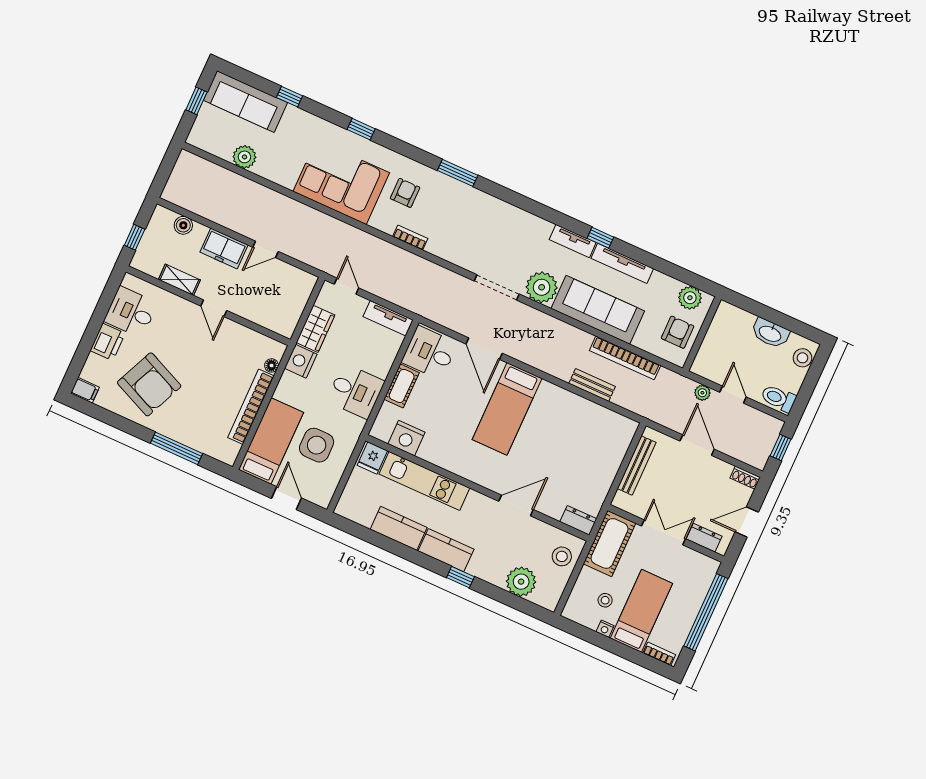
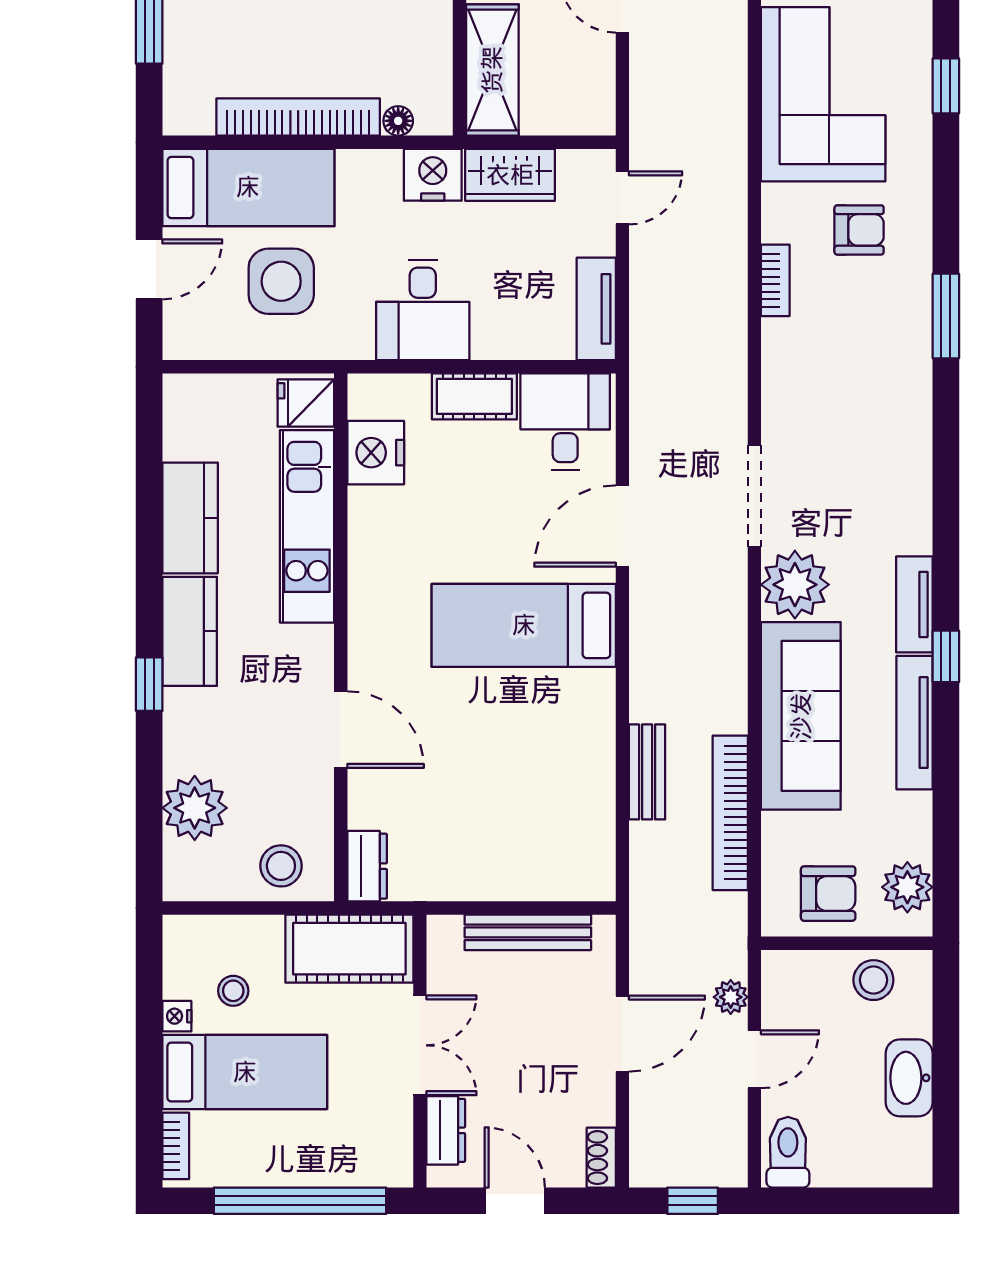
shelving: (268, 316) -> (492, 70), added
stool: (802, 358) -> (873, 980), moved

